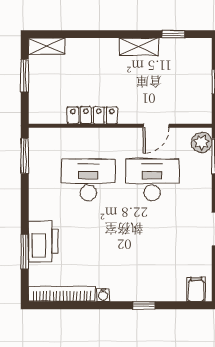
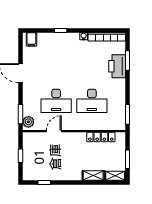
shelving: (139, 47) -> (93, 176), moved
locker: (92, 115) -> (101, 137), moved

